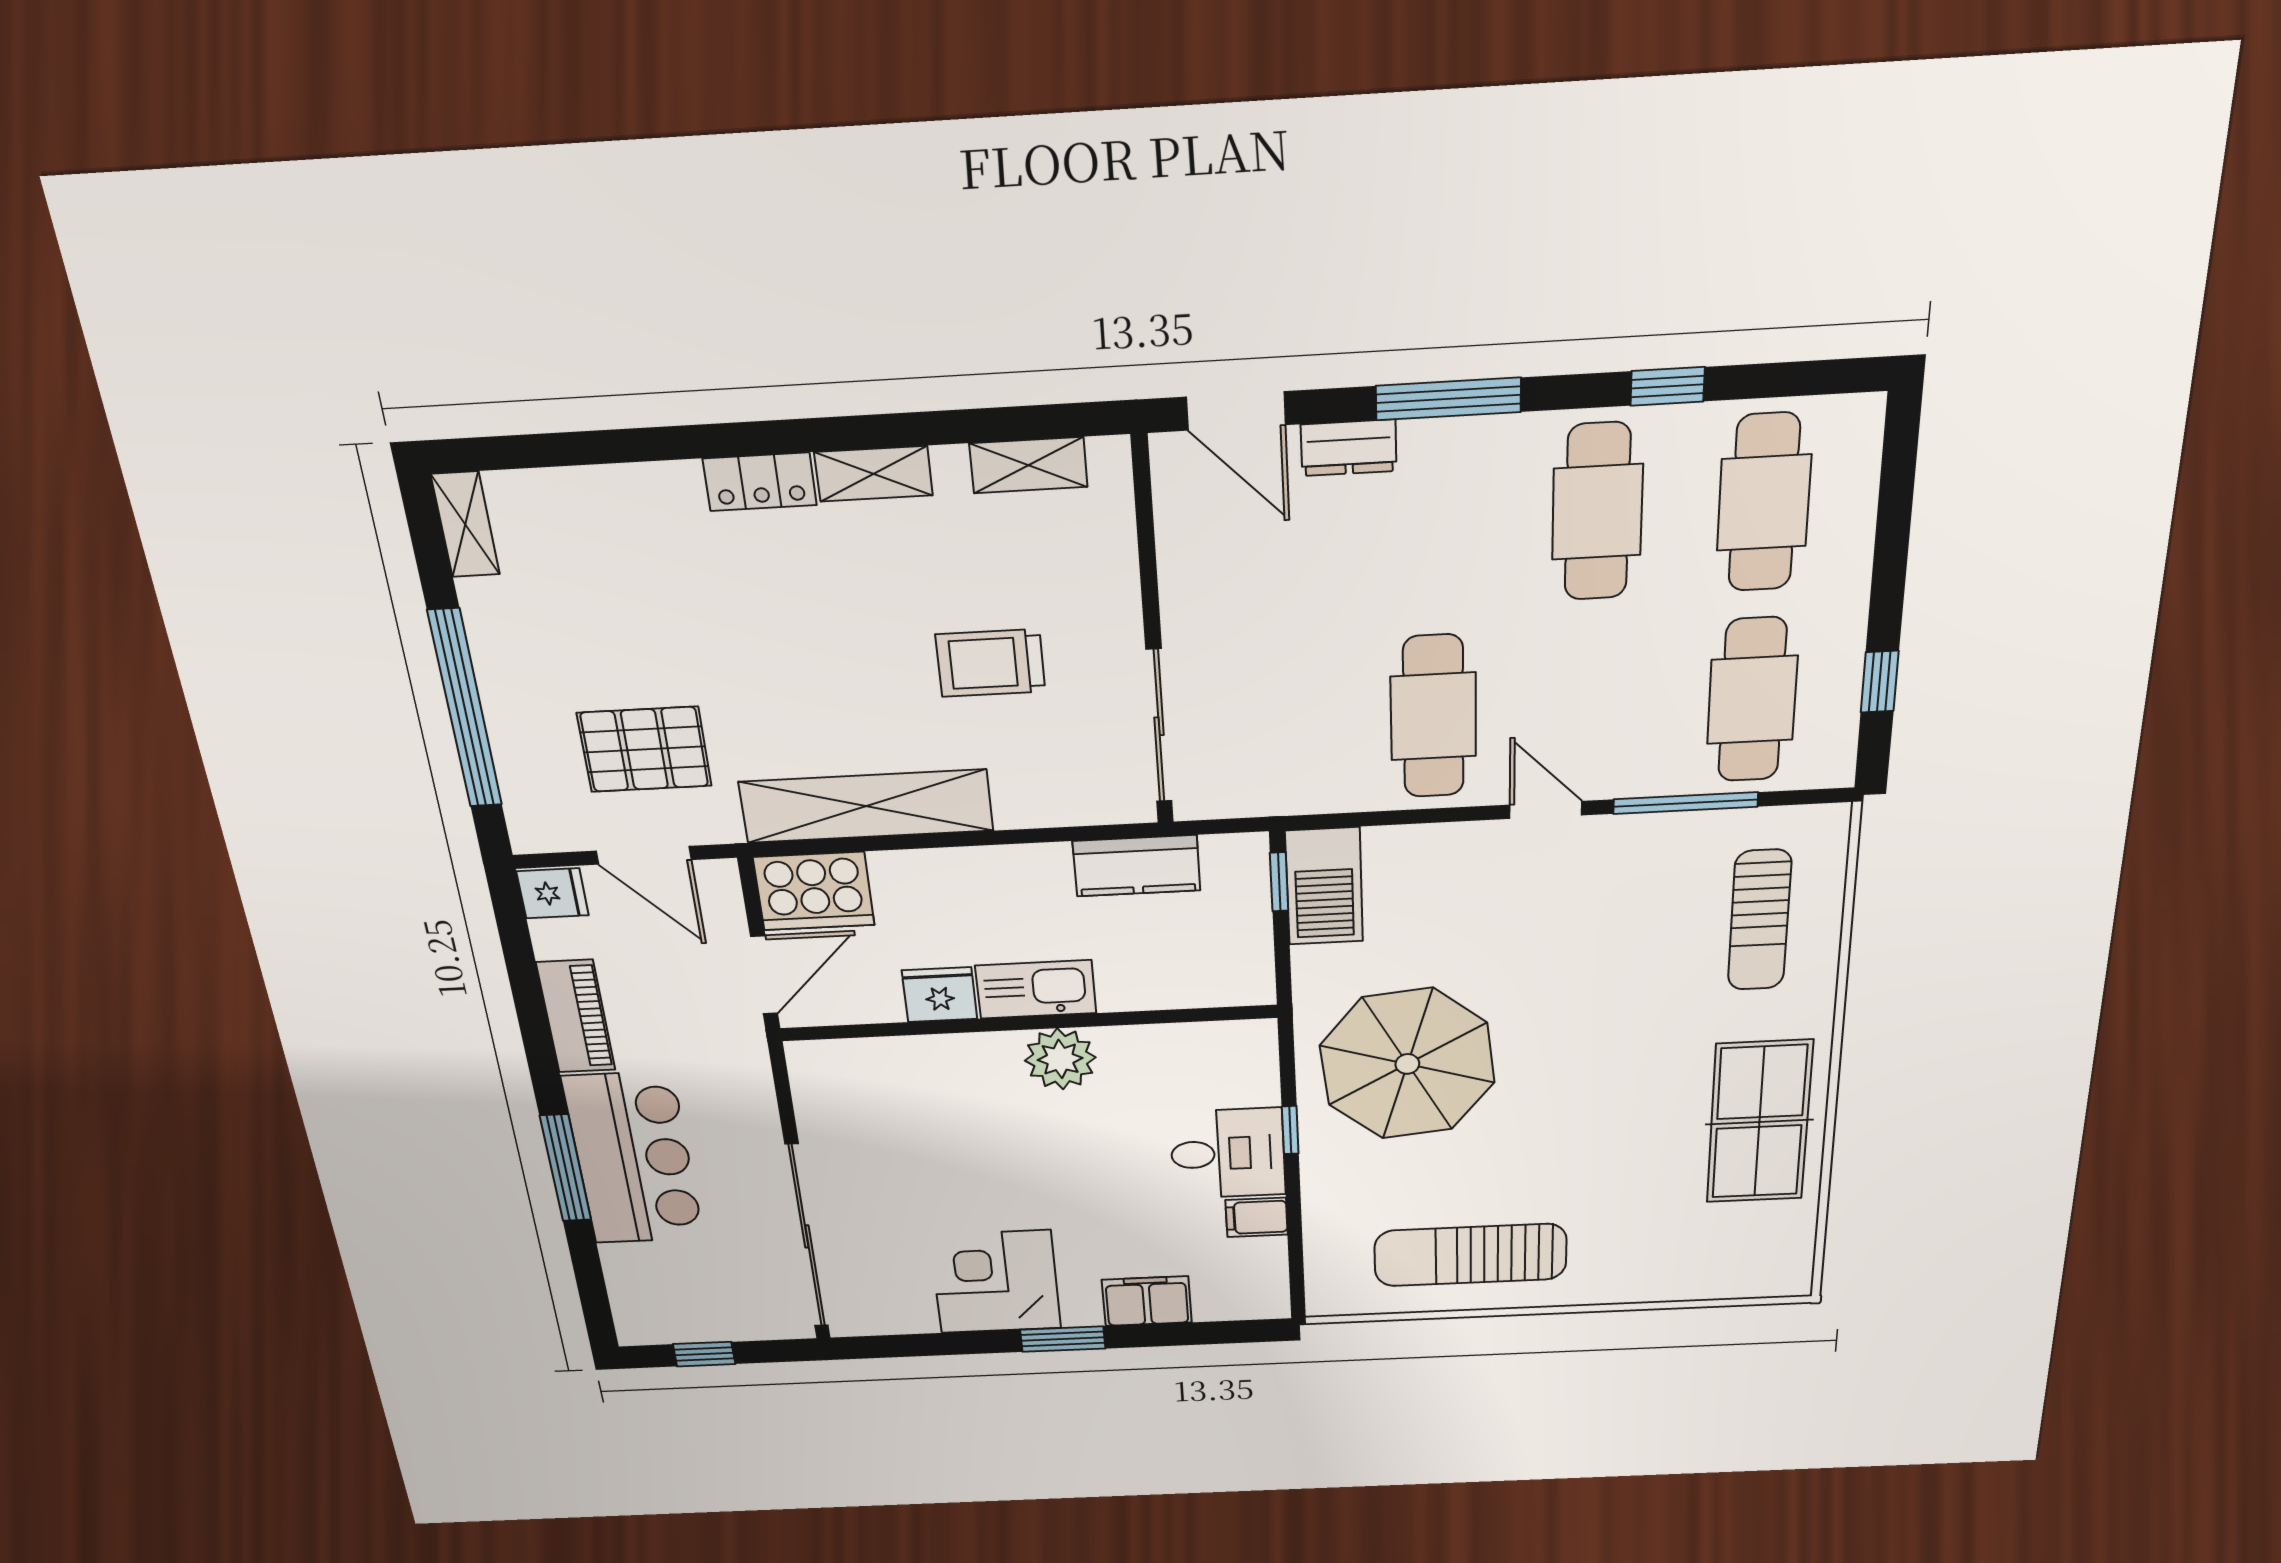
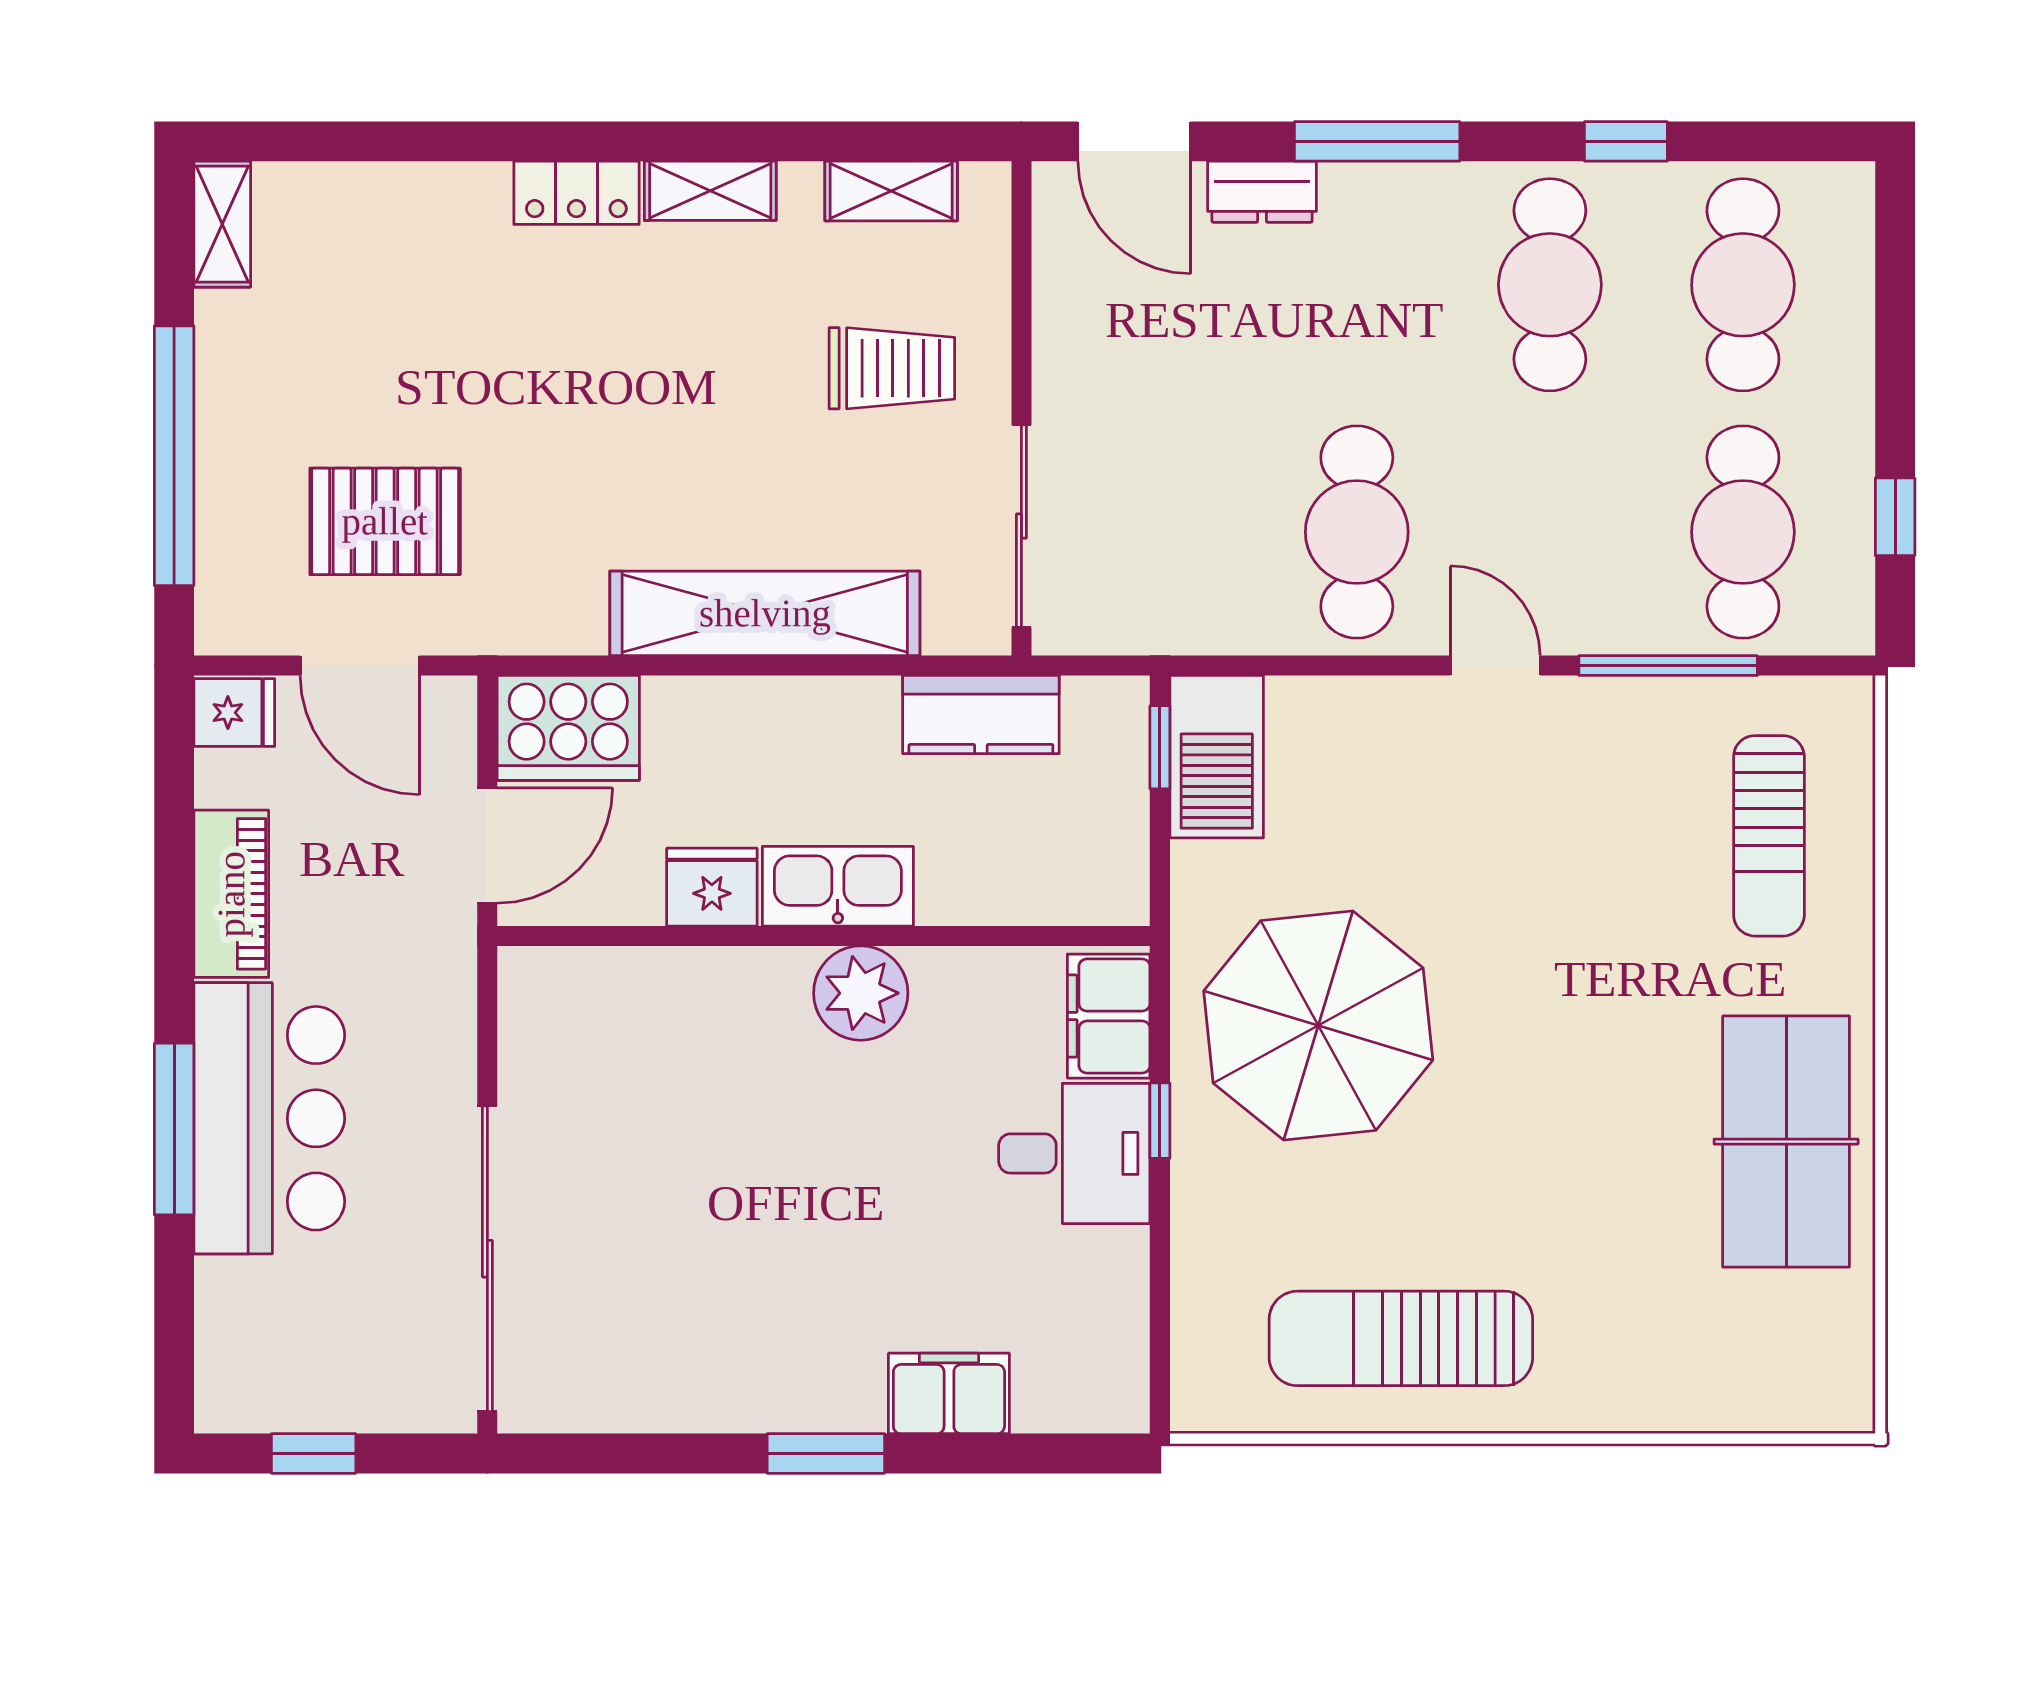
trolley: (991, 663) -> (892, 368), moved, turned 180
shelving: (866, 806) -> (765, 613), moved
filing cabinet: (1257, 1217) -> (1109, 1016), moved, width x2.00
corner desk: (995, 1282) -> (740, 1349), removed

